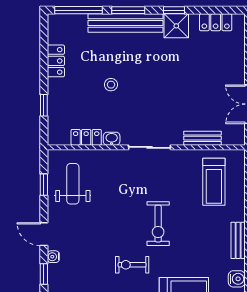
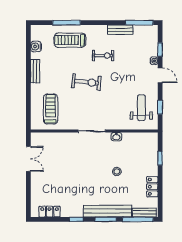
shower: (176, 26) -> (75, 209), removed
locker: (86, 137) -> (133, 138), removed
bench: (202, 138) -> (144, 212), moved
weight bench: (73, 184) -> (141, 108), turned 180
exercise bike: (158, 224) -> (86, 82), turned 96

